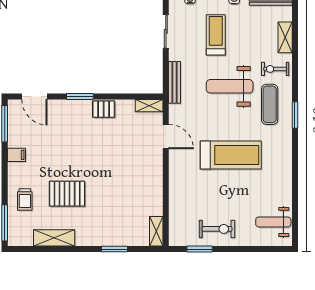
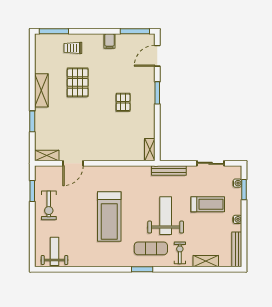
pallet: (104, 109) -> (123, 102), moved
door: (166, 137) -> (73, 163), moved
shelving: (54, 238) -> (41, 90), moved

